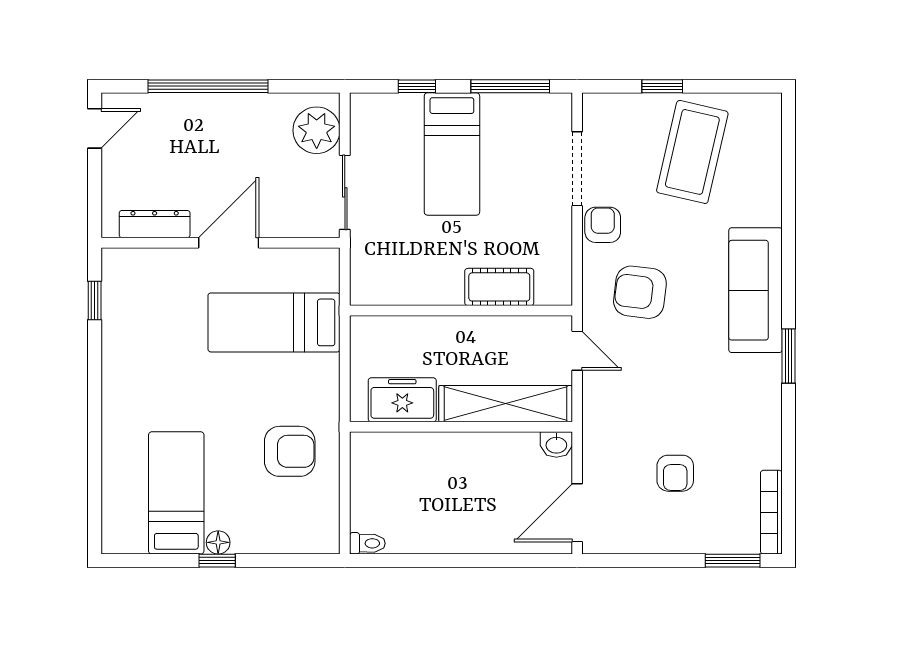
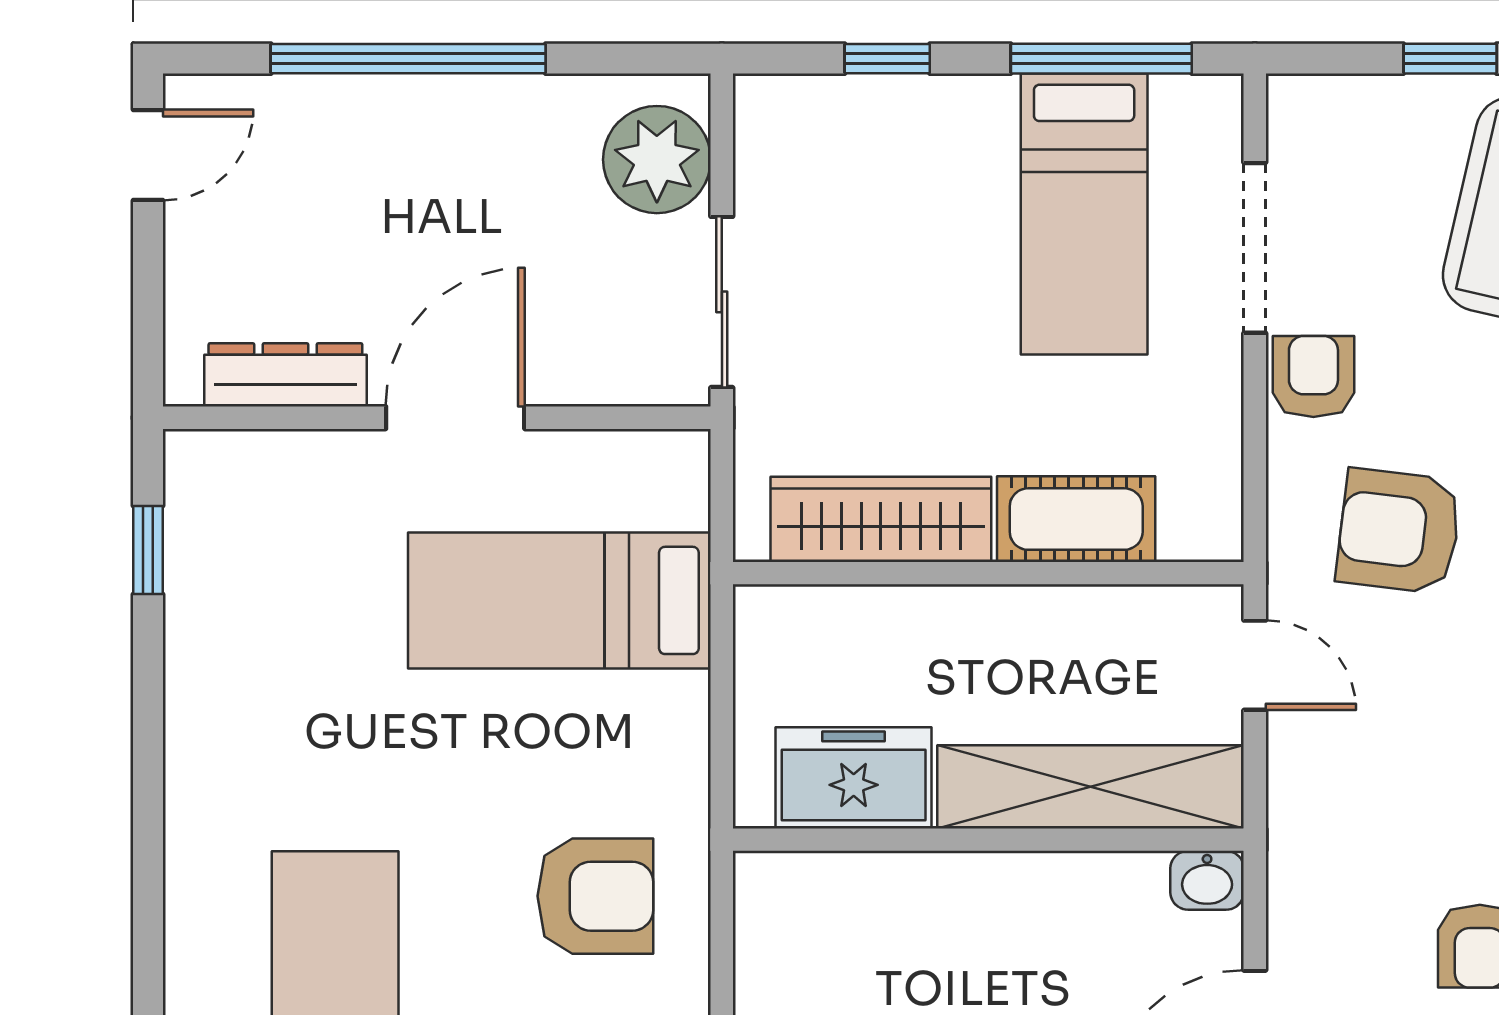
bed: (452, 154) -> (1084, 214), moved
wardrobe: (414, 287) -> (881, 519), added

